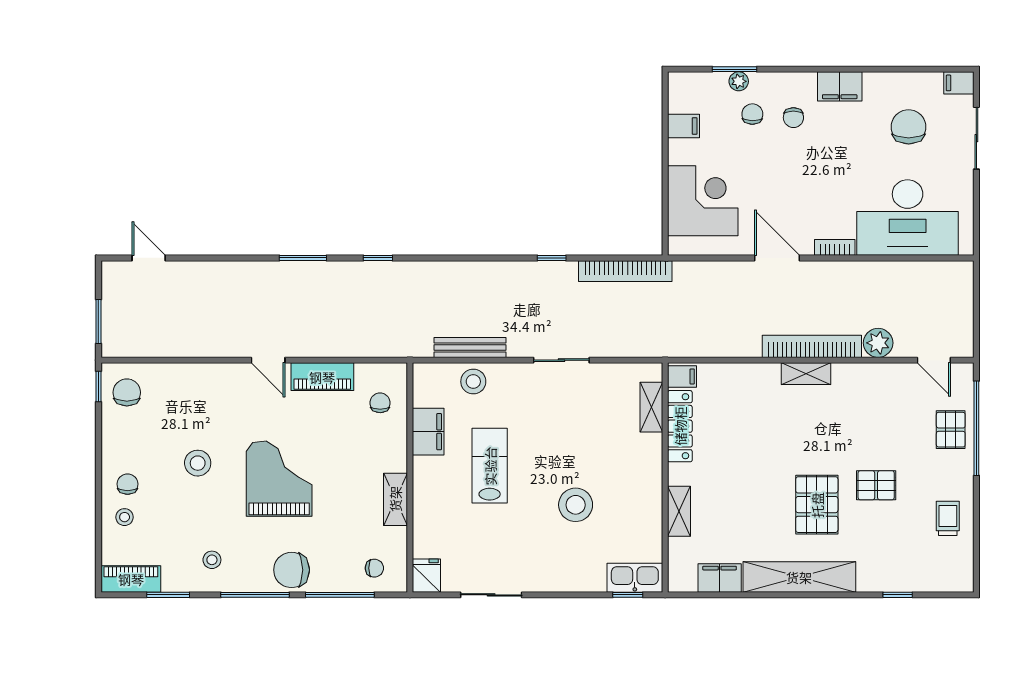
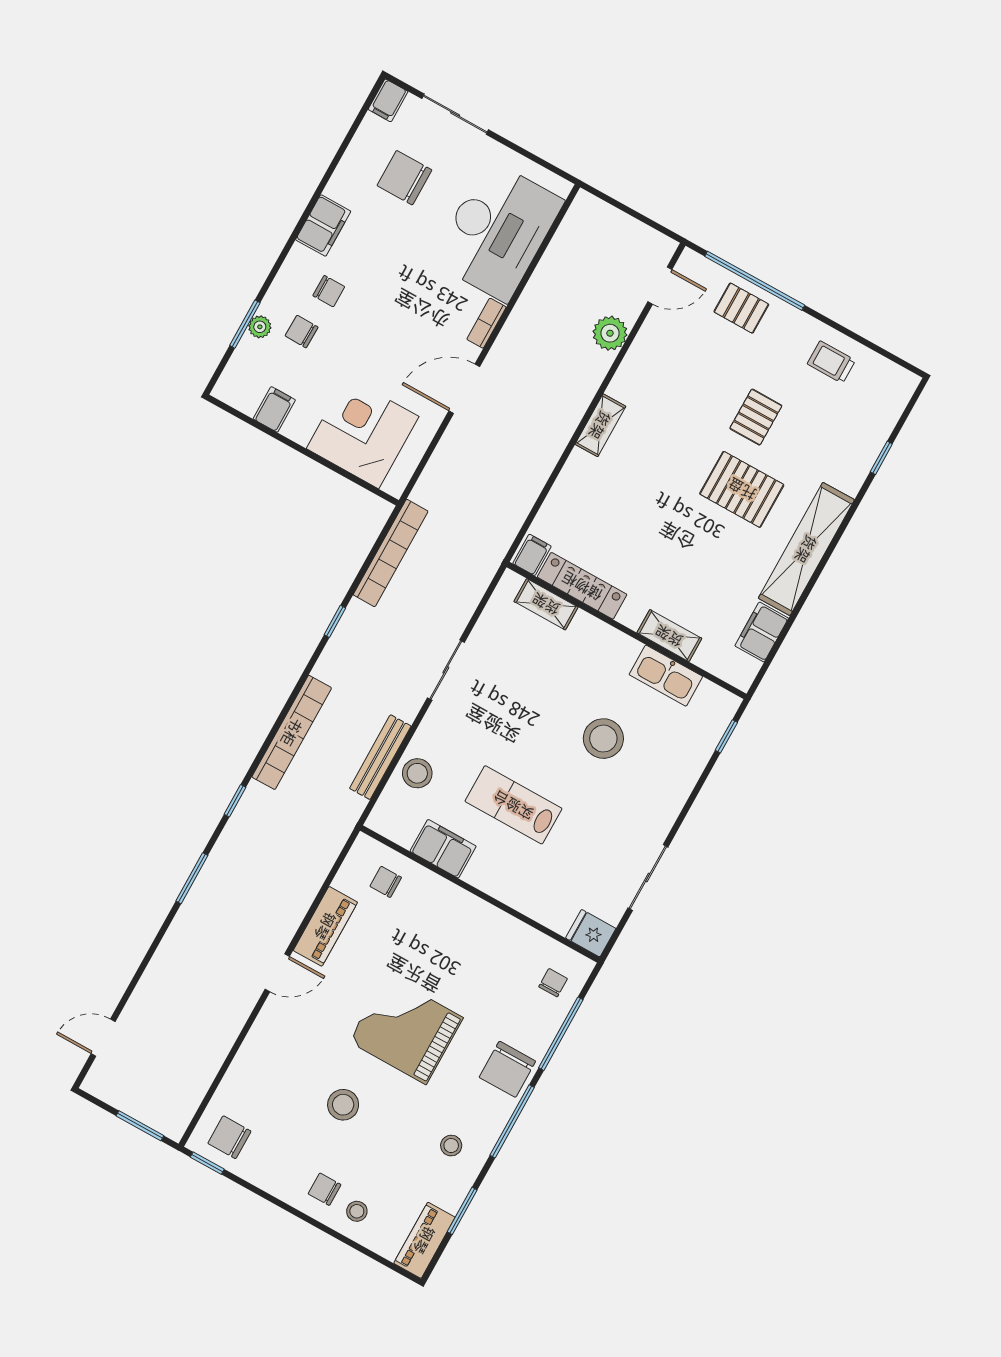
bookcase: (812, 346) -> (292, 732), moved, turned 180
shelving: (395, 499) -> (494, 921), removed
kitchen sink: (635, 578) -> (666, 676), moved, turned -90

